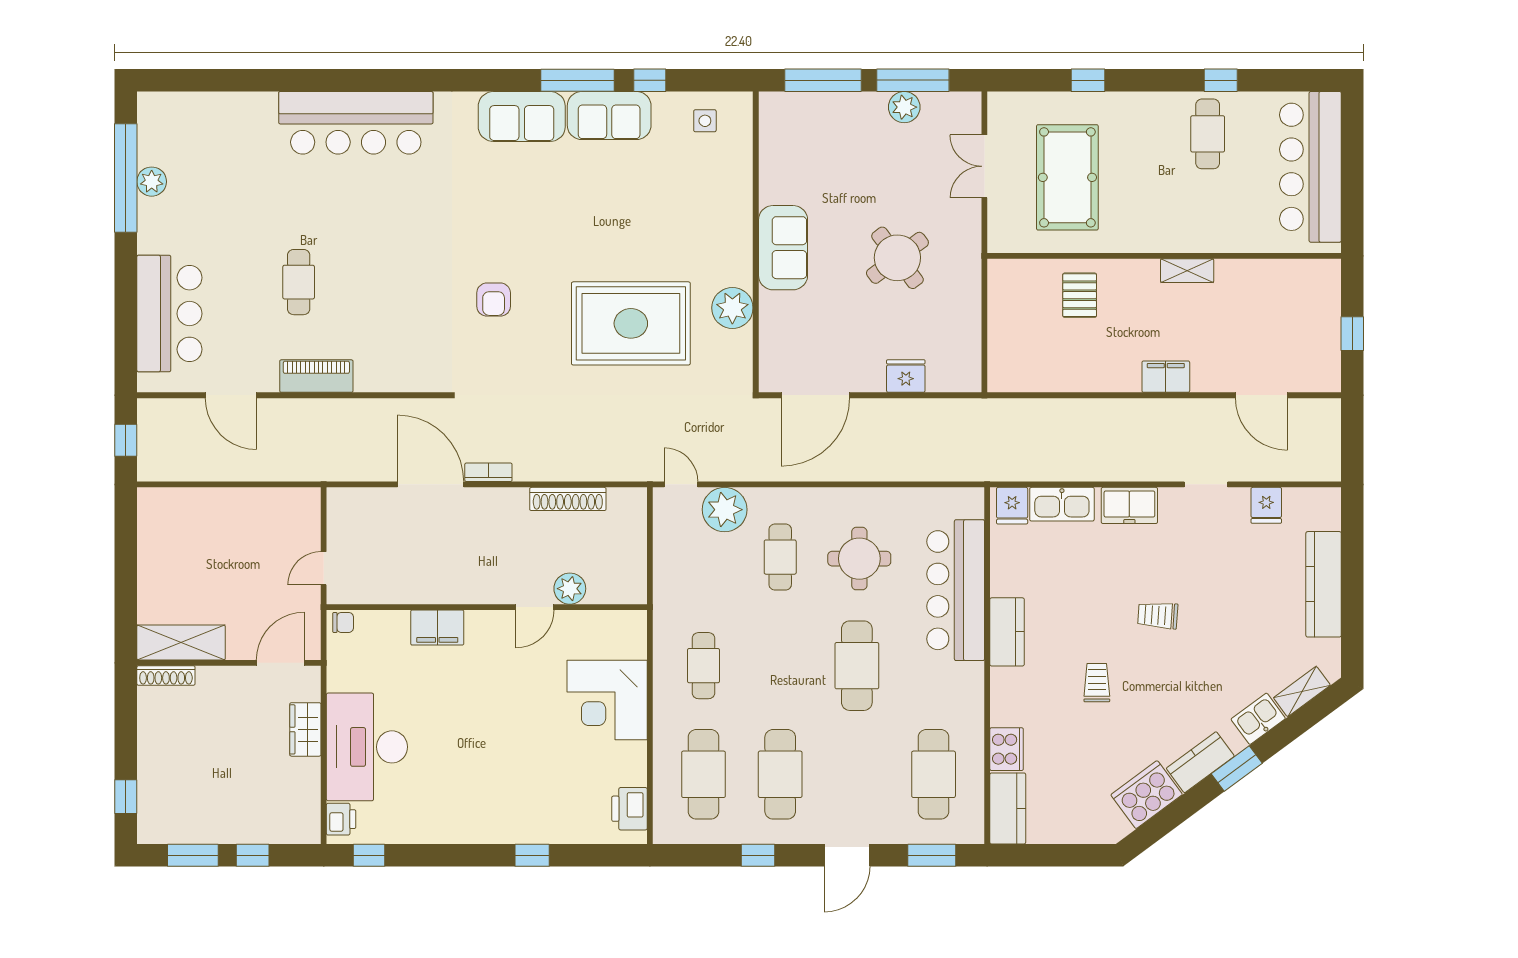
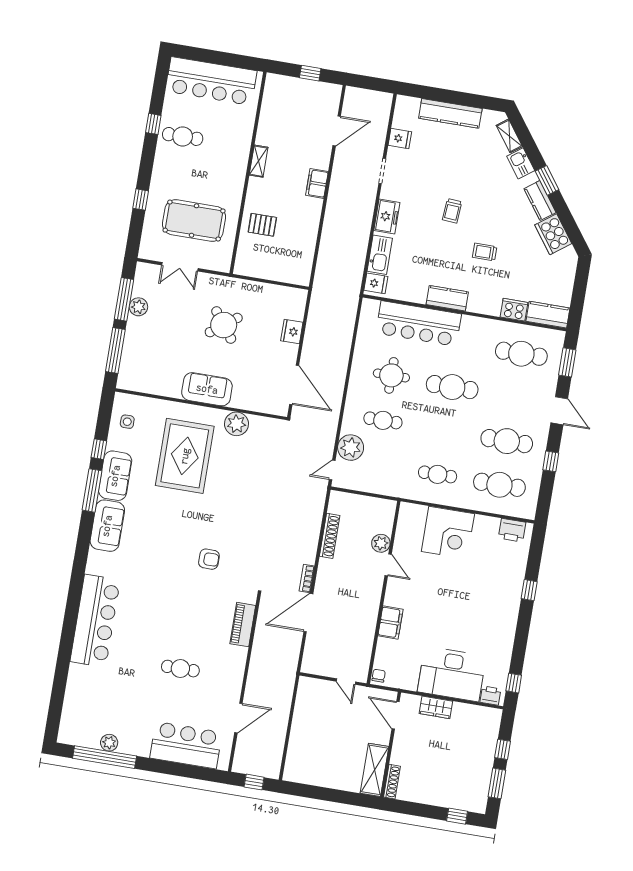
rug: (631, 323) -> (185, 456), moved
piano: (316, 376) -> (243, 625), moved

